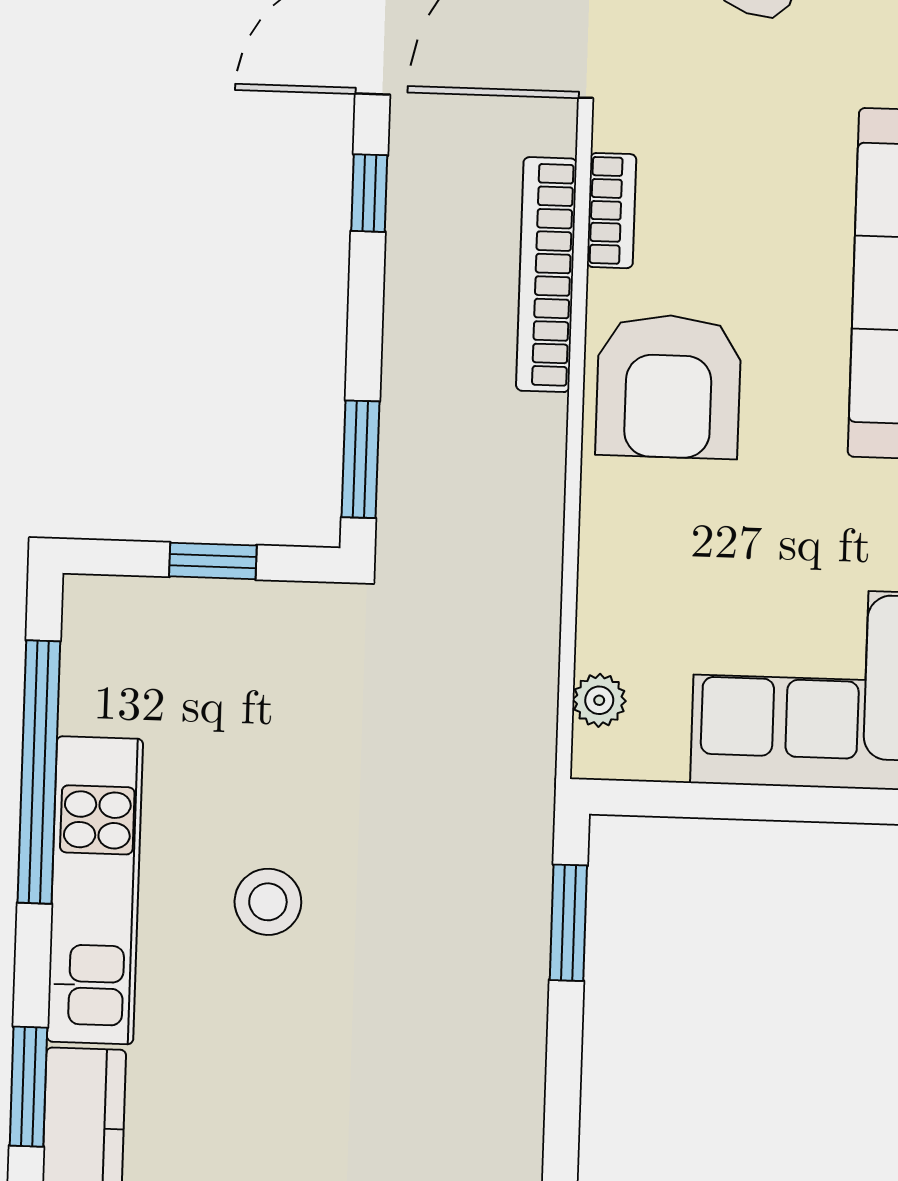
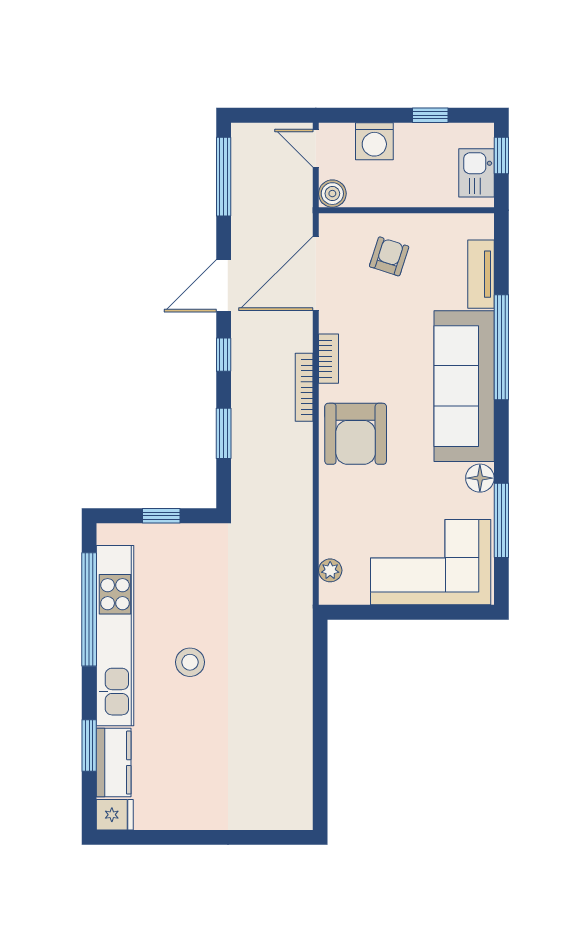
bookcase: (546, 275) -> (304, 387), width x0.68, depth x0.76
window: (360, 459) -> (224, 433), moved
kitchen unit: (95, 890) -> (115, 636), width x1.36
window: (568, 923) -> (320, 667), removed

